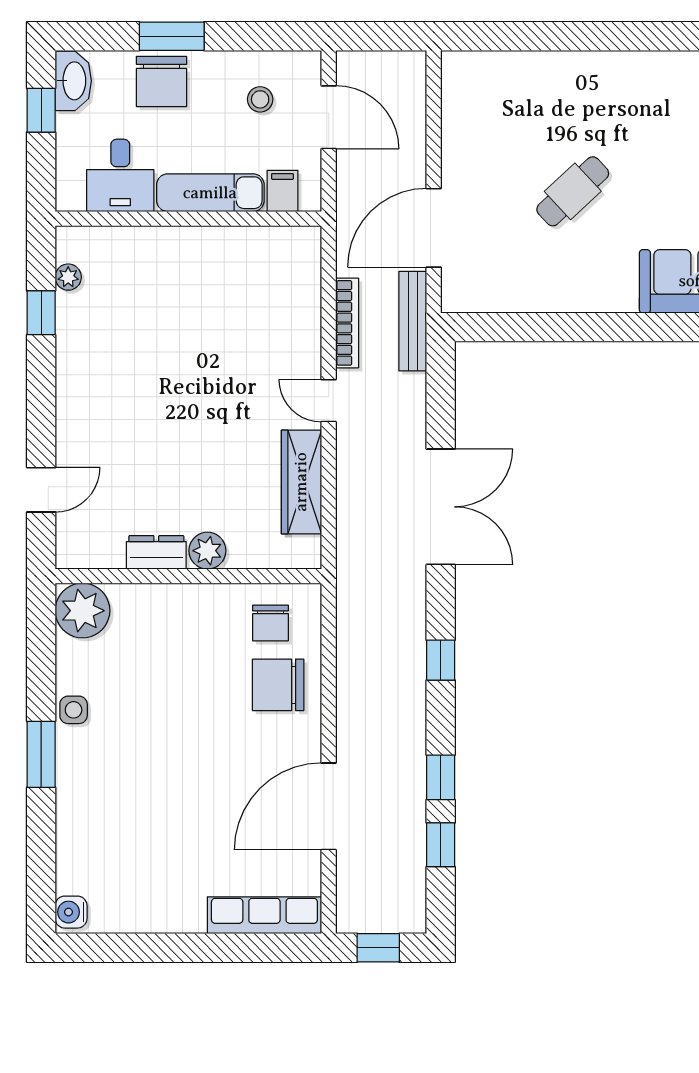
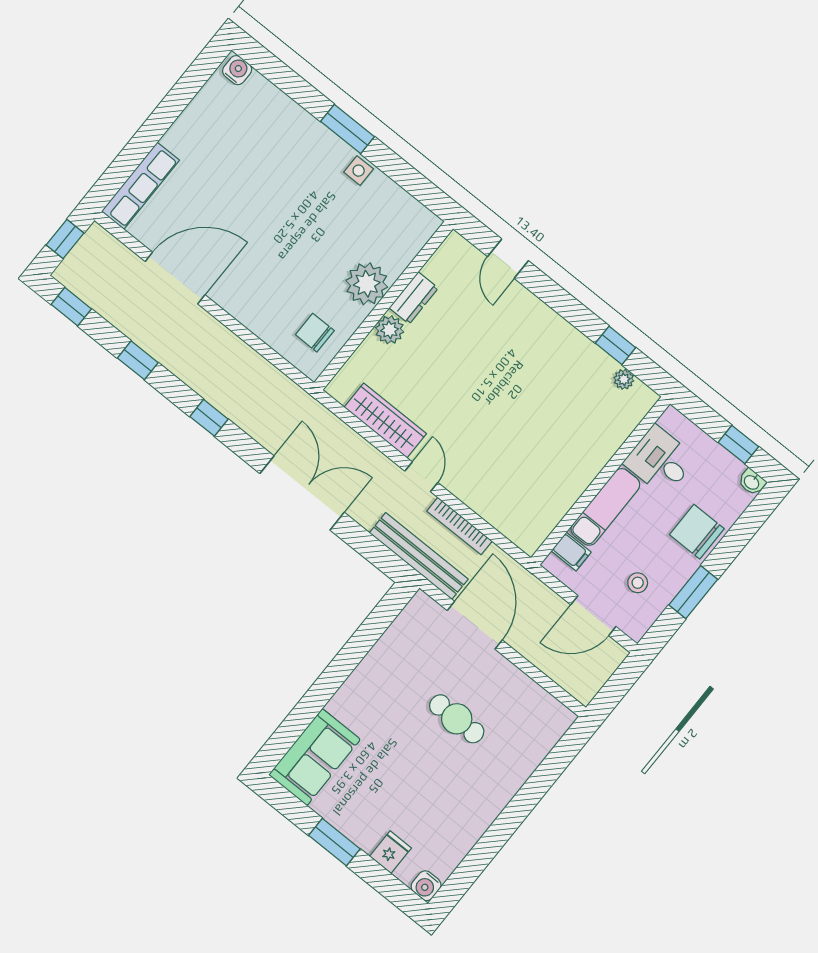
window: (172, 36) -> (693, 592), moved
washbasin: (73, 81) -> (752, 482), width x0.52, depth x0.69
cafe table: (573, 191) -> (457, 719), moved, turned -47
bench: (413, 321) -> (419, 556), width x1.37, depth x1.21
door: (329, 401) -> (421, 477), hinge flipped
double door: (441, 507) -> (302, 493), swing flipped
plant: (82, 611) -> (367, 284), moved
chair: (278, 685) -> (274, 307), removed
door: (329, 806) -> (175, 278), hinge flipped
window: (441, 845) -> (71, 307), moved

